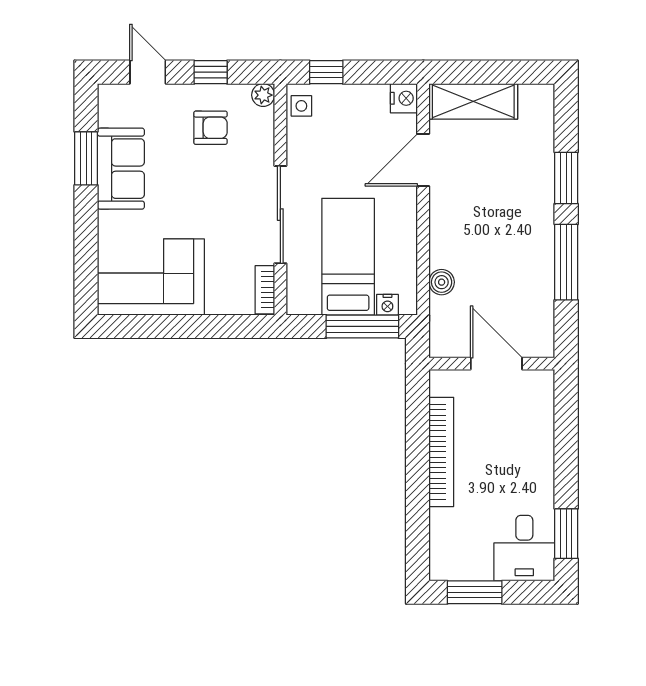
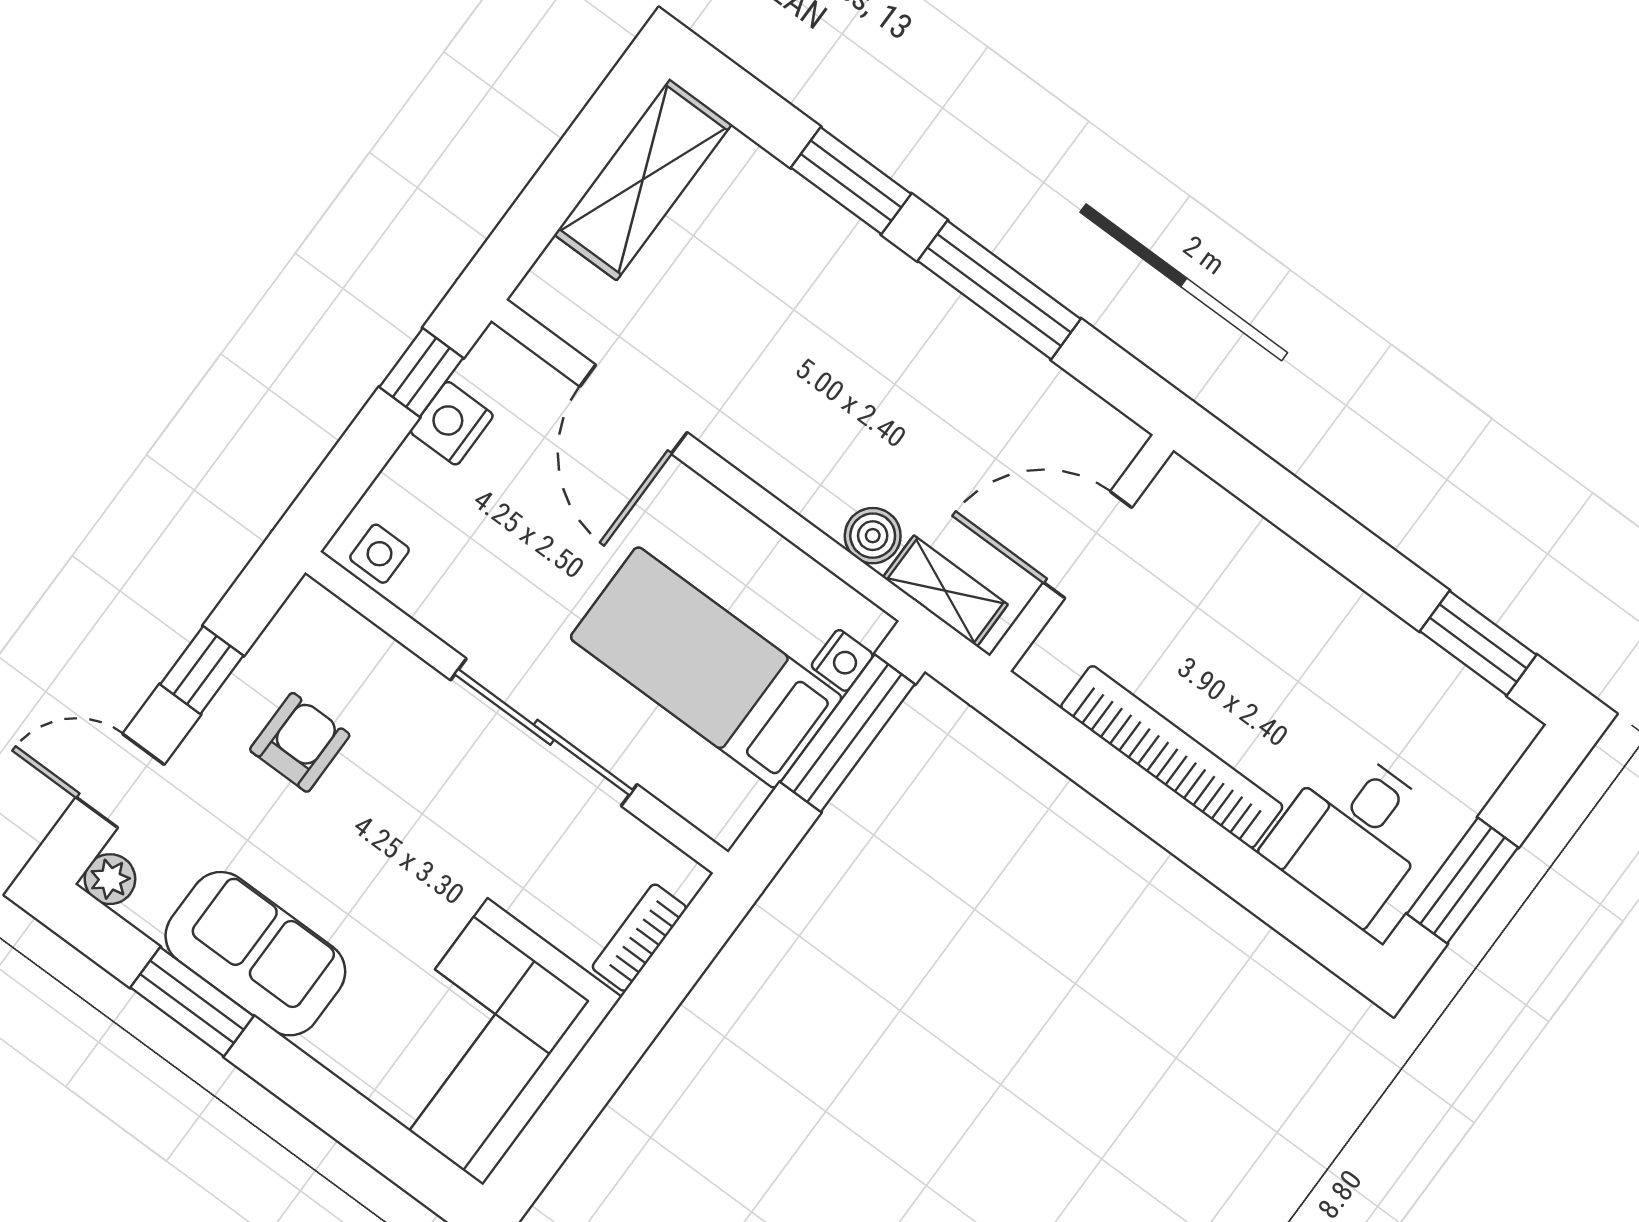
window: (326, 72) -> (421, 372), moved
plant: (263, 95) -> (110, 879), moved
nightstand: (404, 98) -> (452, 423), moved, turned -90
shelving: (473, 101) -> (643, 179), moved
bookcase: (265, 290) -> (639, 938), moved, turned 90
shelving: (441, 324) -> (945, 591), added
desk: (524, 548) -> (1352, 834), moved, turned 90

